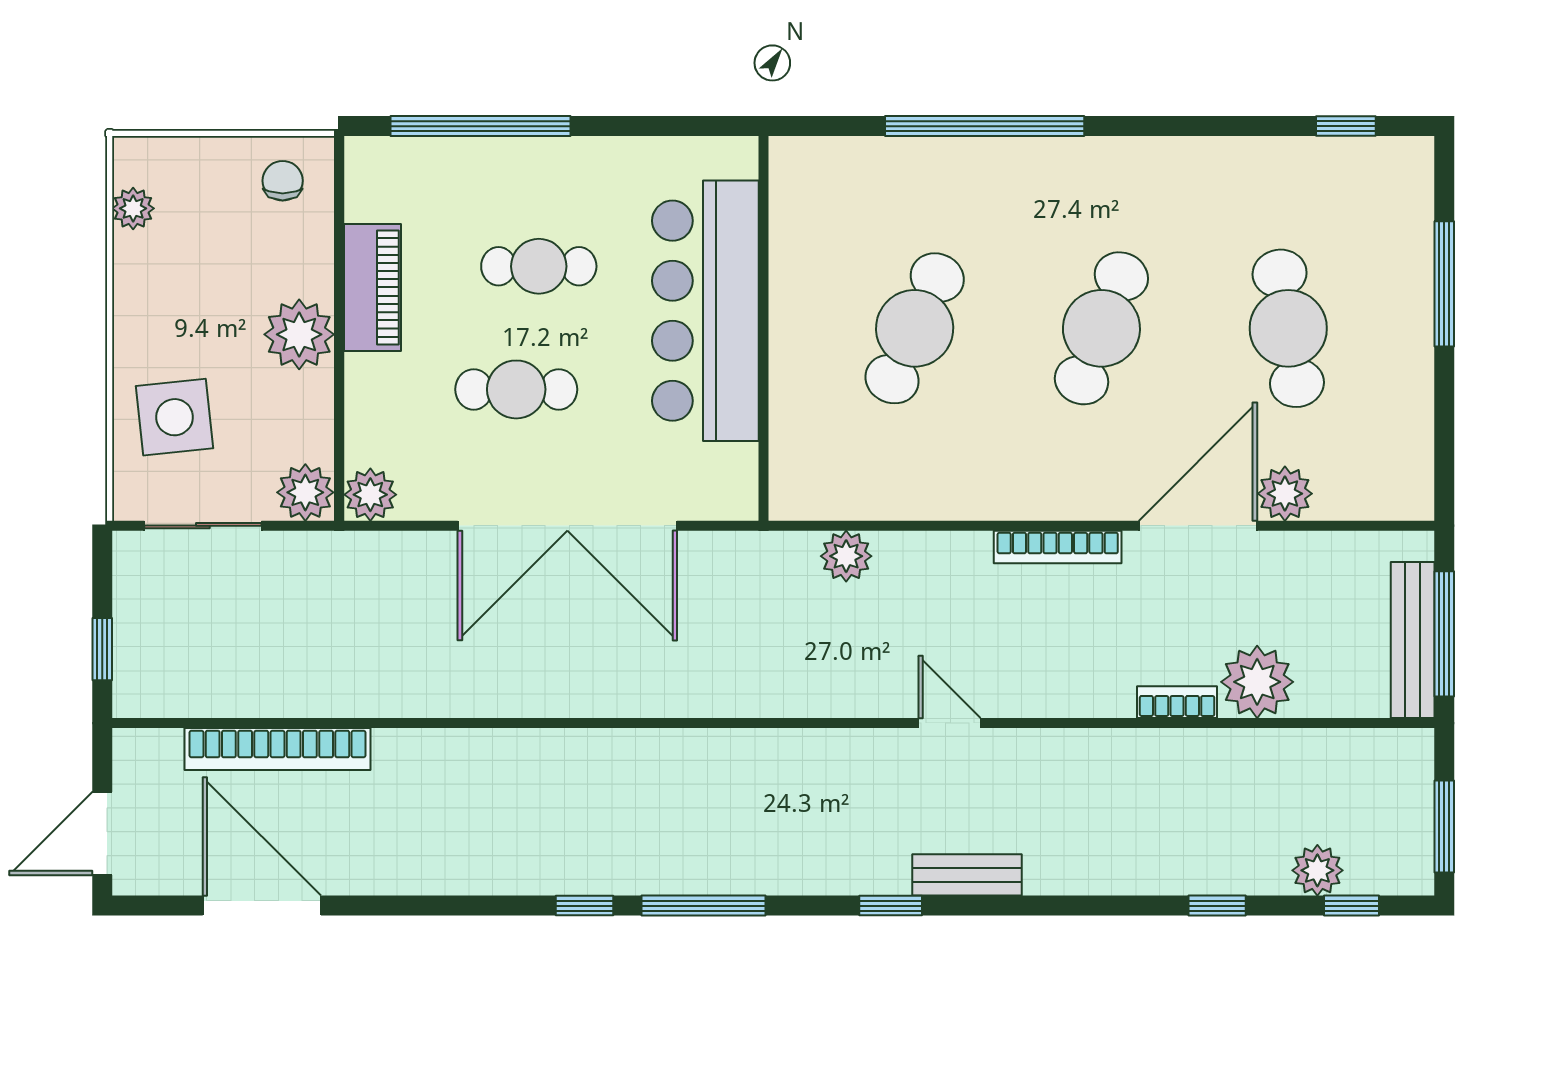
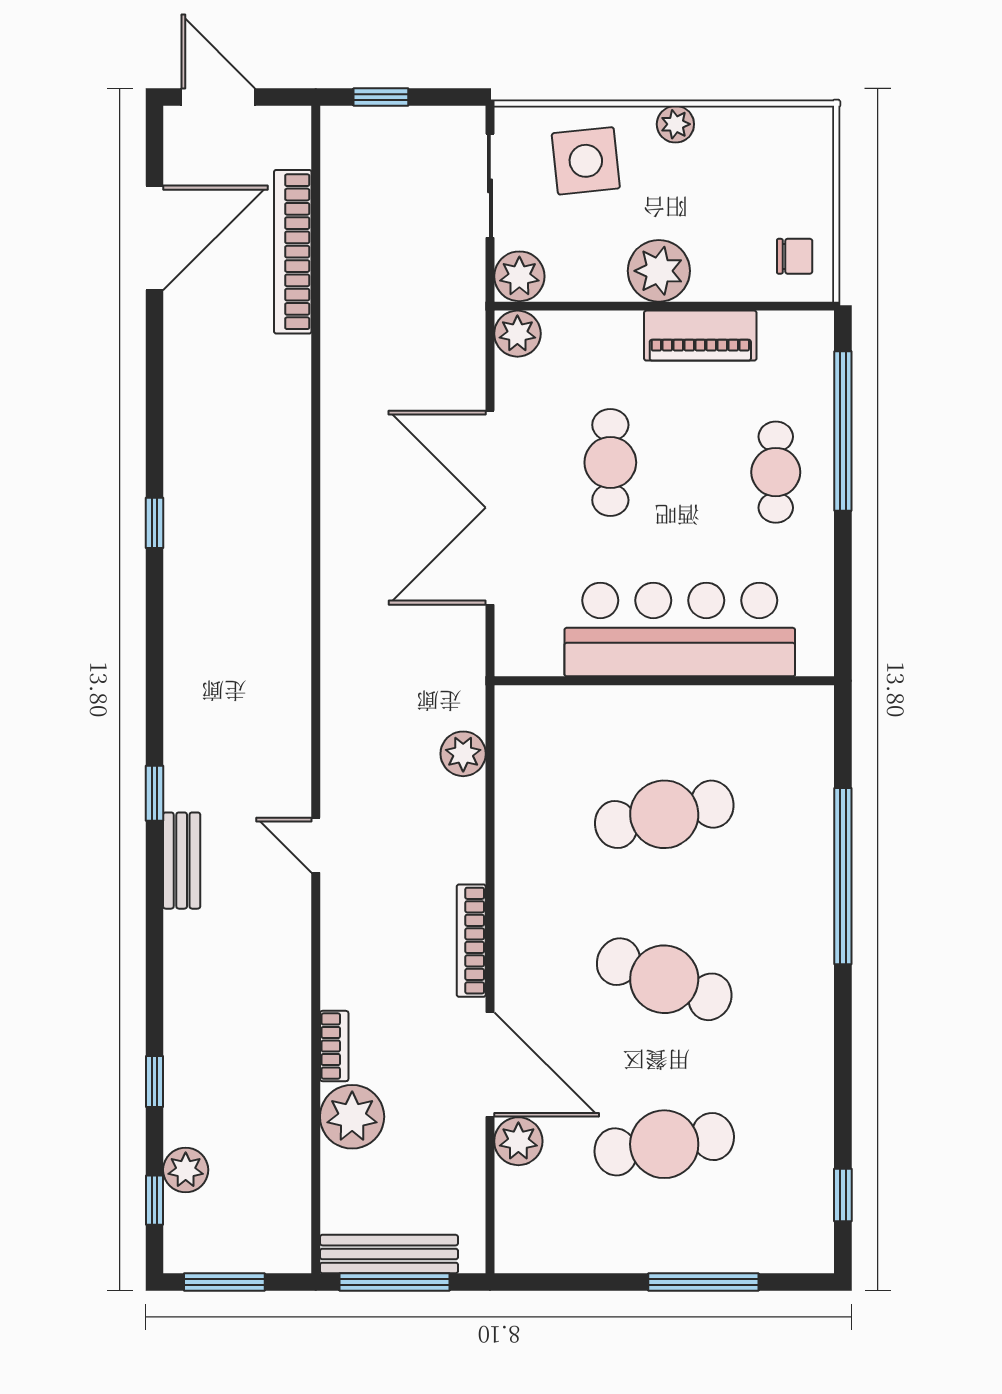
plant: (133, 208) -> (675, 124), moved
cafe table: (539, 266) -> (776, 472), moved
cafe table: (915, 328) -> (664, 814), turned -36
door: (950, 723) -> (316, 845), swing flipped
window: (704, 906) -> (155, 628), removed

